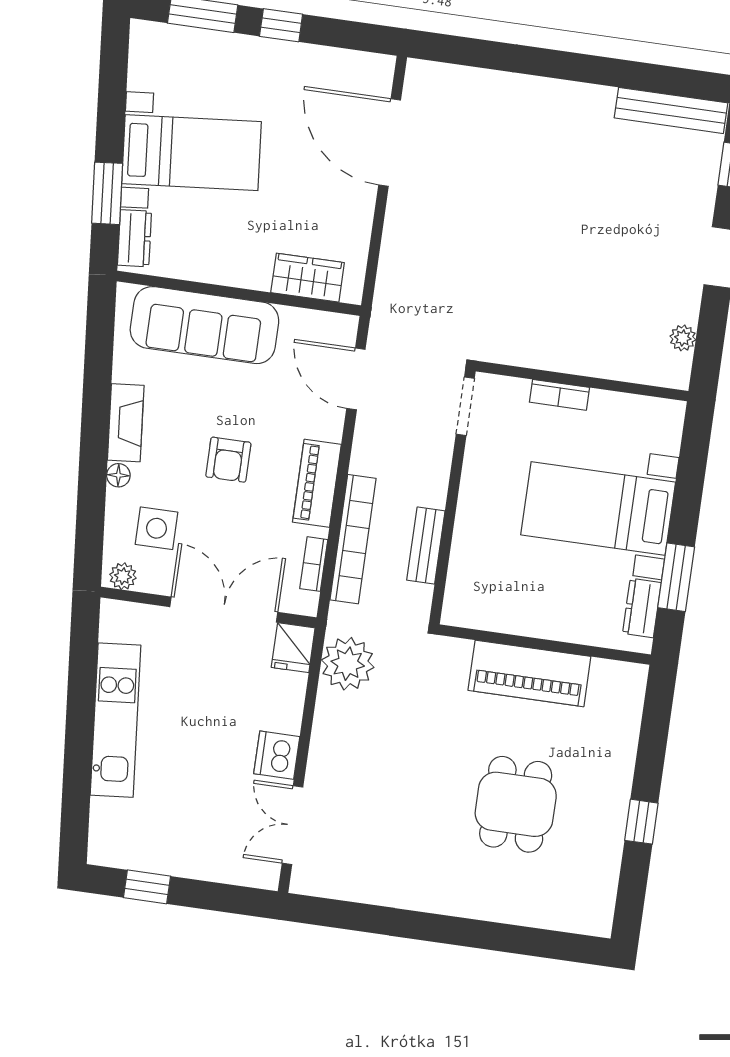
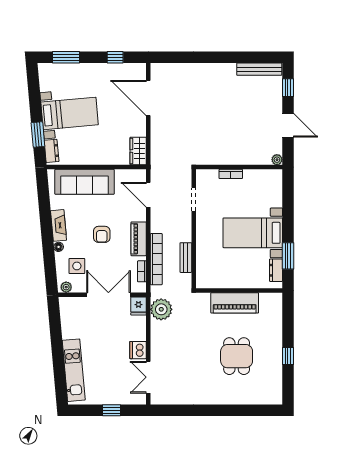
window: (281, 25) -> (115, 57), moved
wardrobe: (308, 278) -> (138, 151), moved, turned -90
wall: (582, 381) -> (239, 167), moved
bookcase: (559, 395) -> (231, 174), moved
kitchen unit: (116, 720) -> (74, 370), moved
window: (147, 887) -> (112, 410), moved

